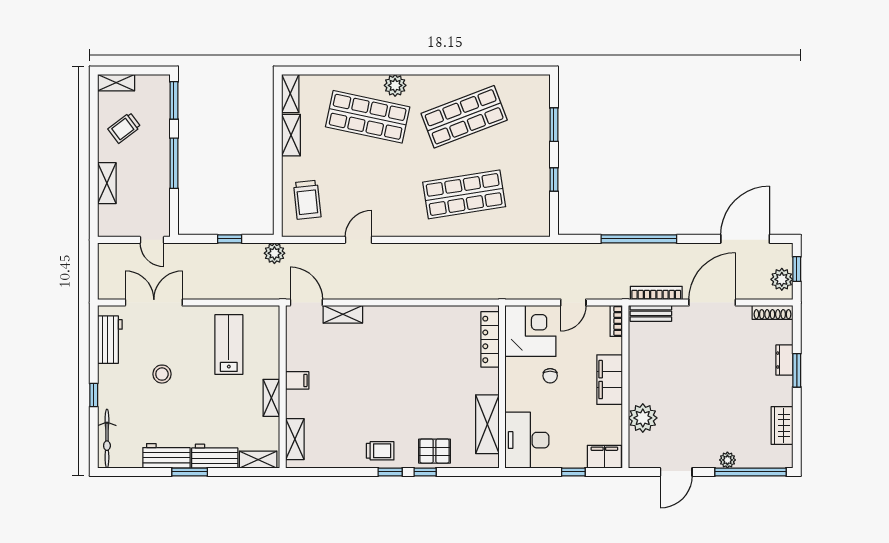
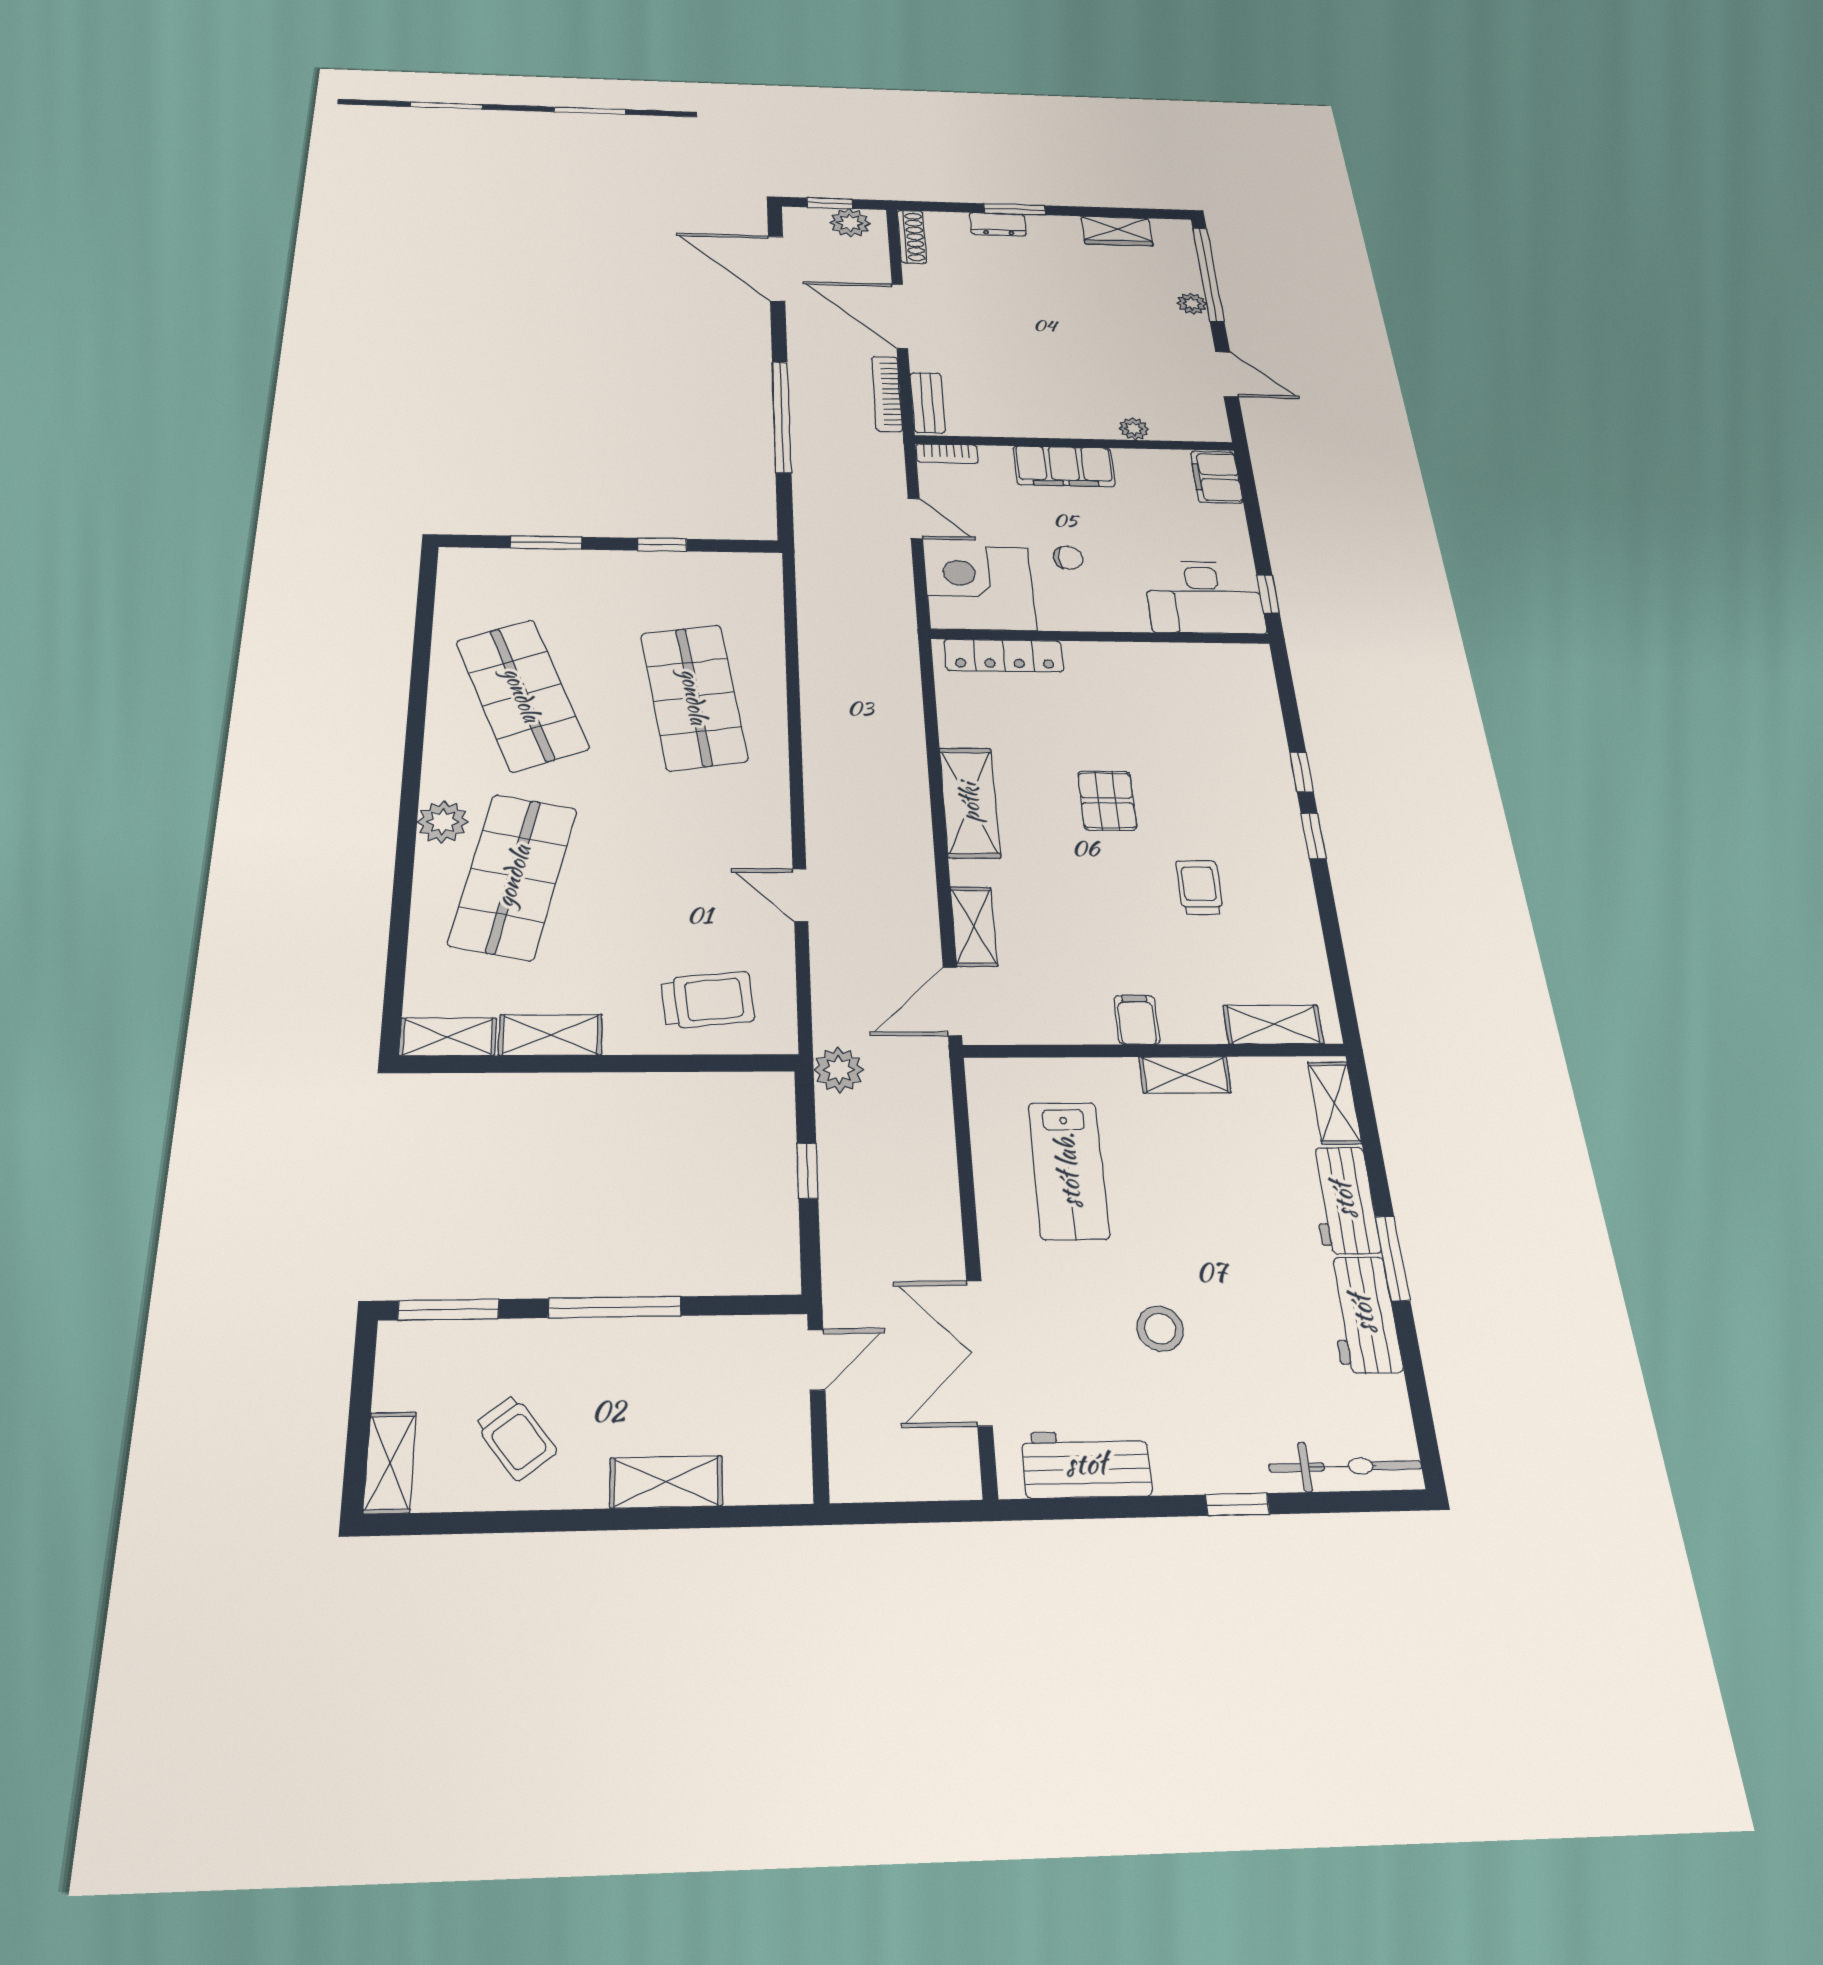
lab bench: (229, 345) -> (1068, 1170), turned -90
plant: (643, 418) -> (1134, 429), width x0.53, depth x0.53
shelving: (487, 424) -> (970, 802), moved, turned 90
trolley: (380, 451) -> (1199, 887), moved
pallet: (435, 451) -> (1107, 800), moved
window: (573, 472) -> (1268, 594), moved

